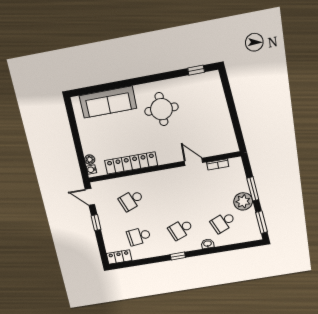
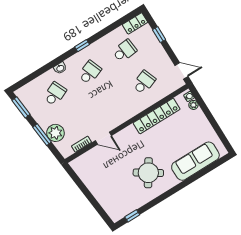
round table: (161, 109) -> (148, 173), turned 33
plant: (243, 201) -> (55, 133), moved
window: (96, 223) -> (159, 35), moved

